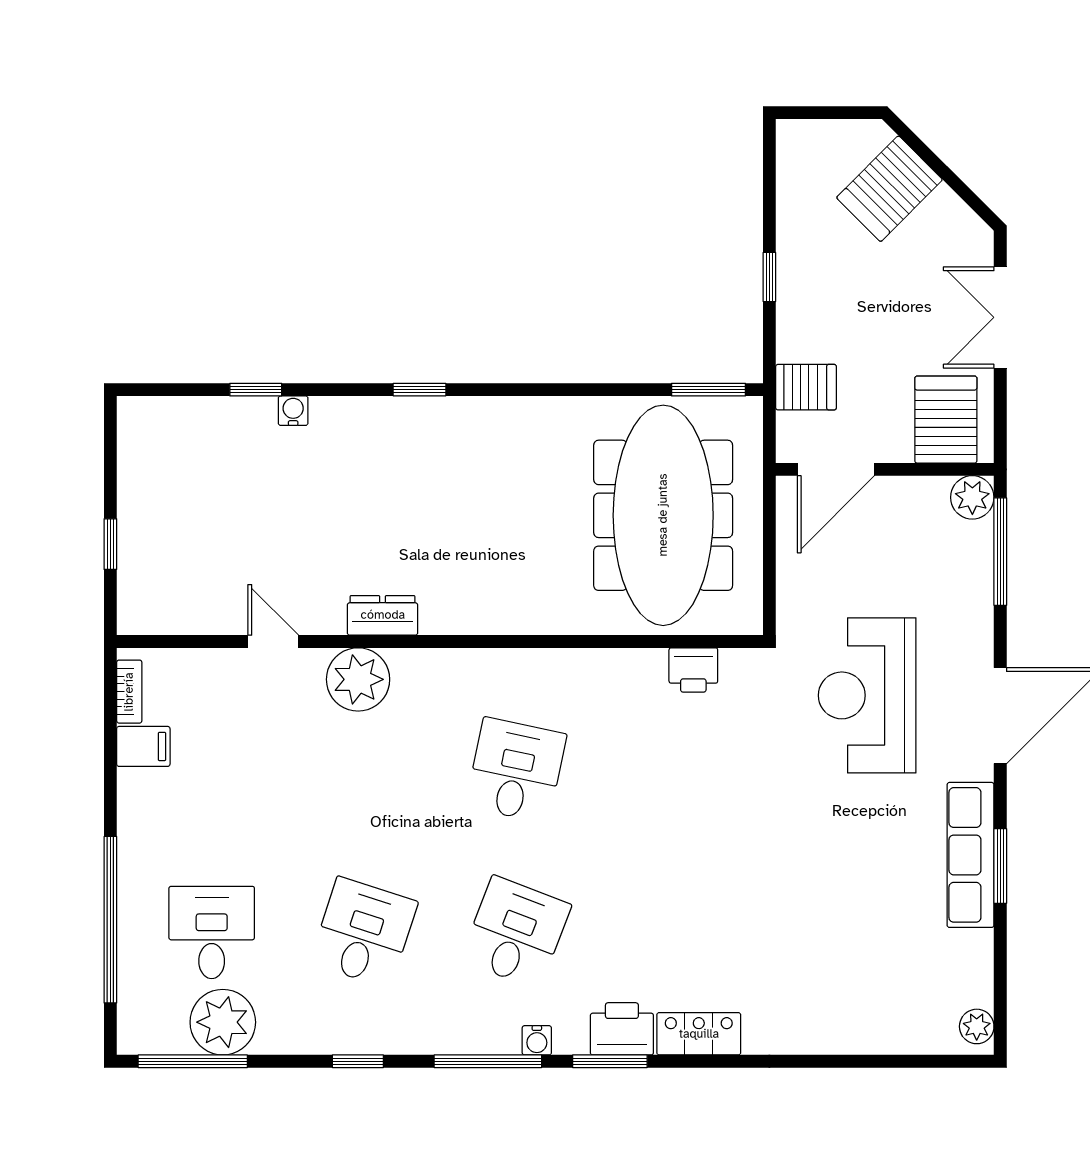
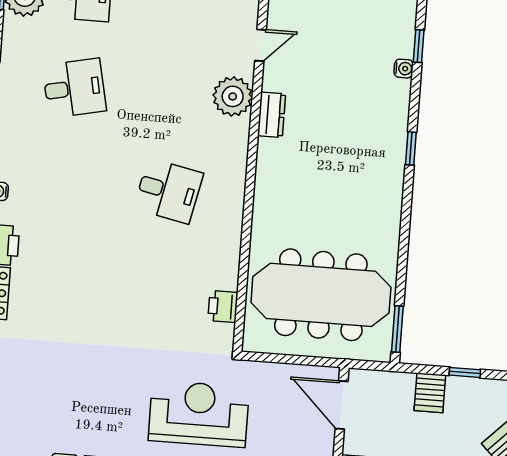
server rack: (806, 387) -> (430, 393), moved
desk: (364, 932) -> (74, 88), turned -30
desk: (516, 932) -> (67, 183), removed

